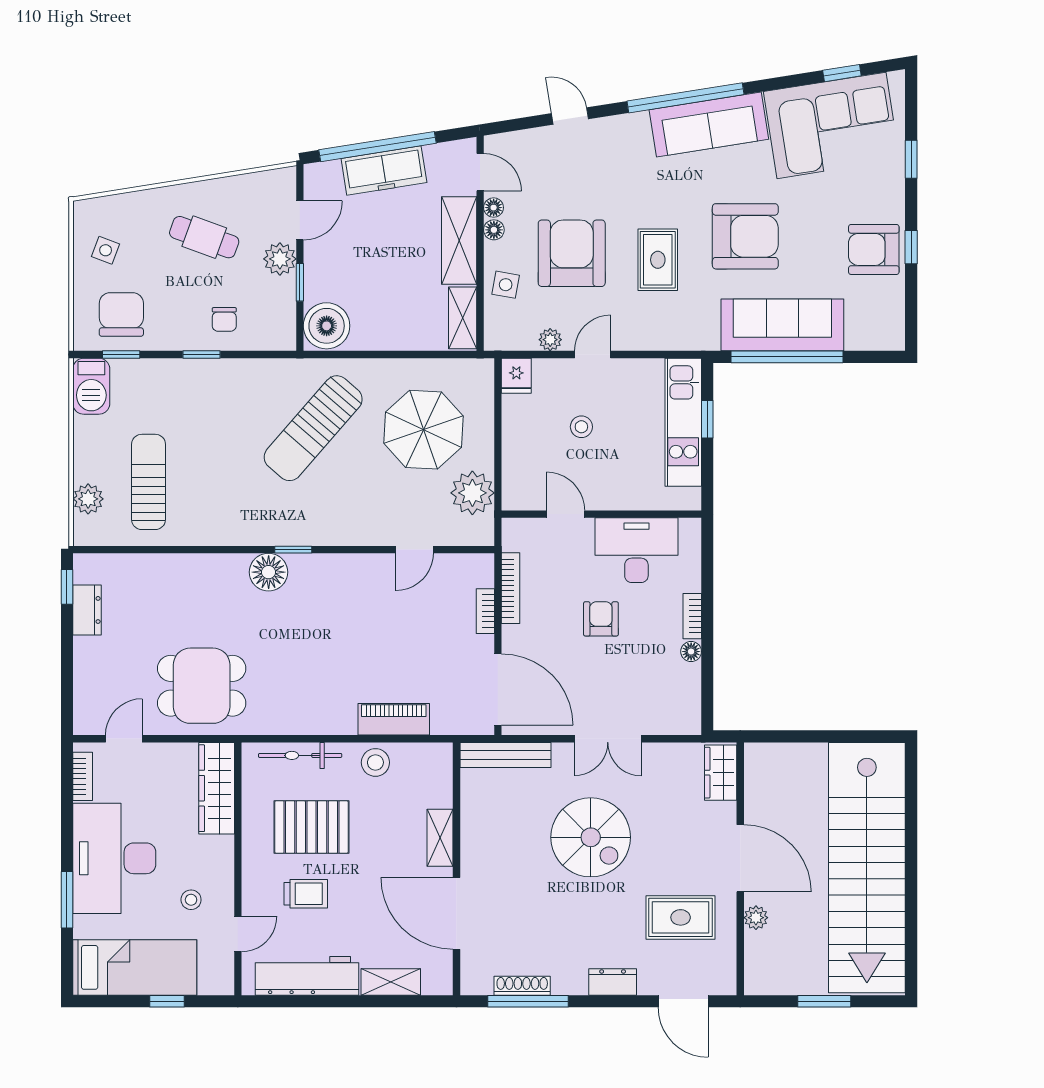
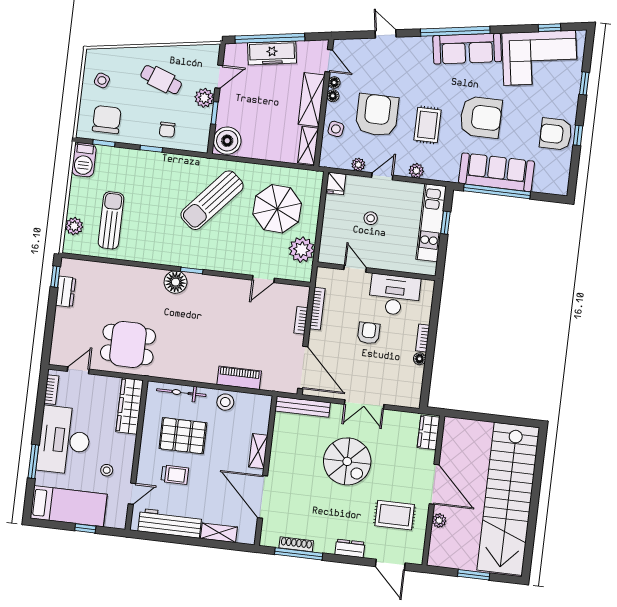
plant: (648, 338) -> (416, 171), added

